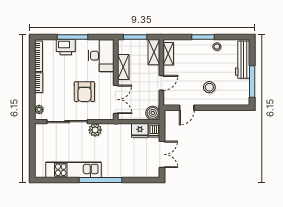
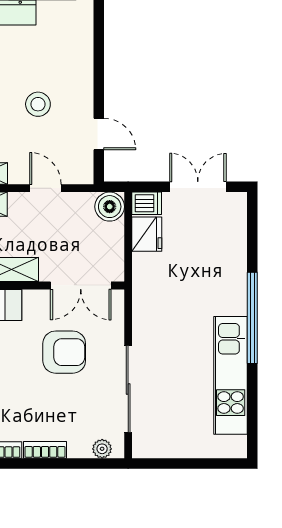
stool: (209, 87) -> (38, 104), moved
double door: (116, 99) -> (81, 285), swing flipped
plant: (95, 130) -> (146, 329), removed

